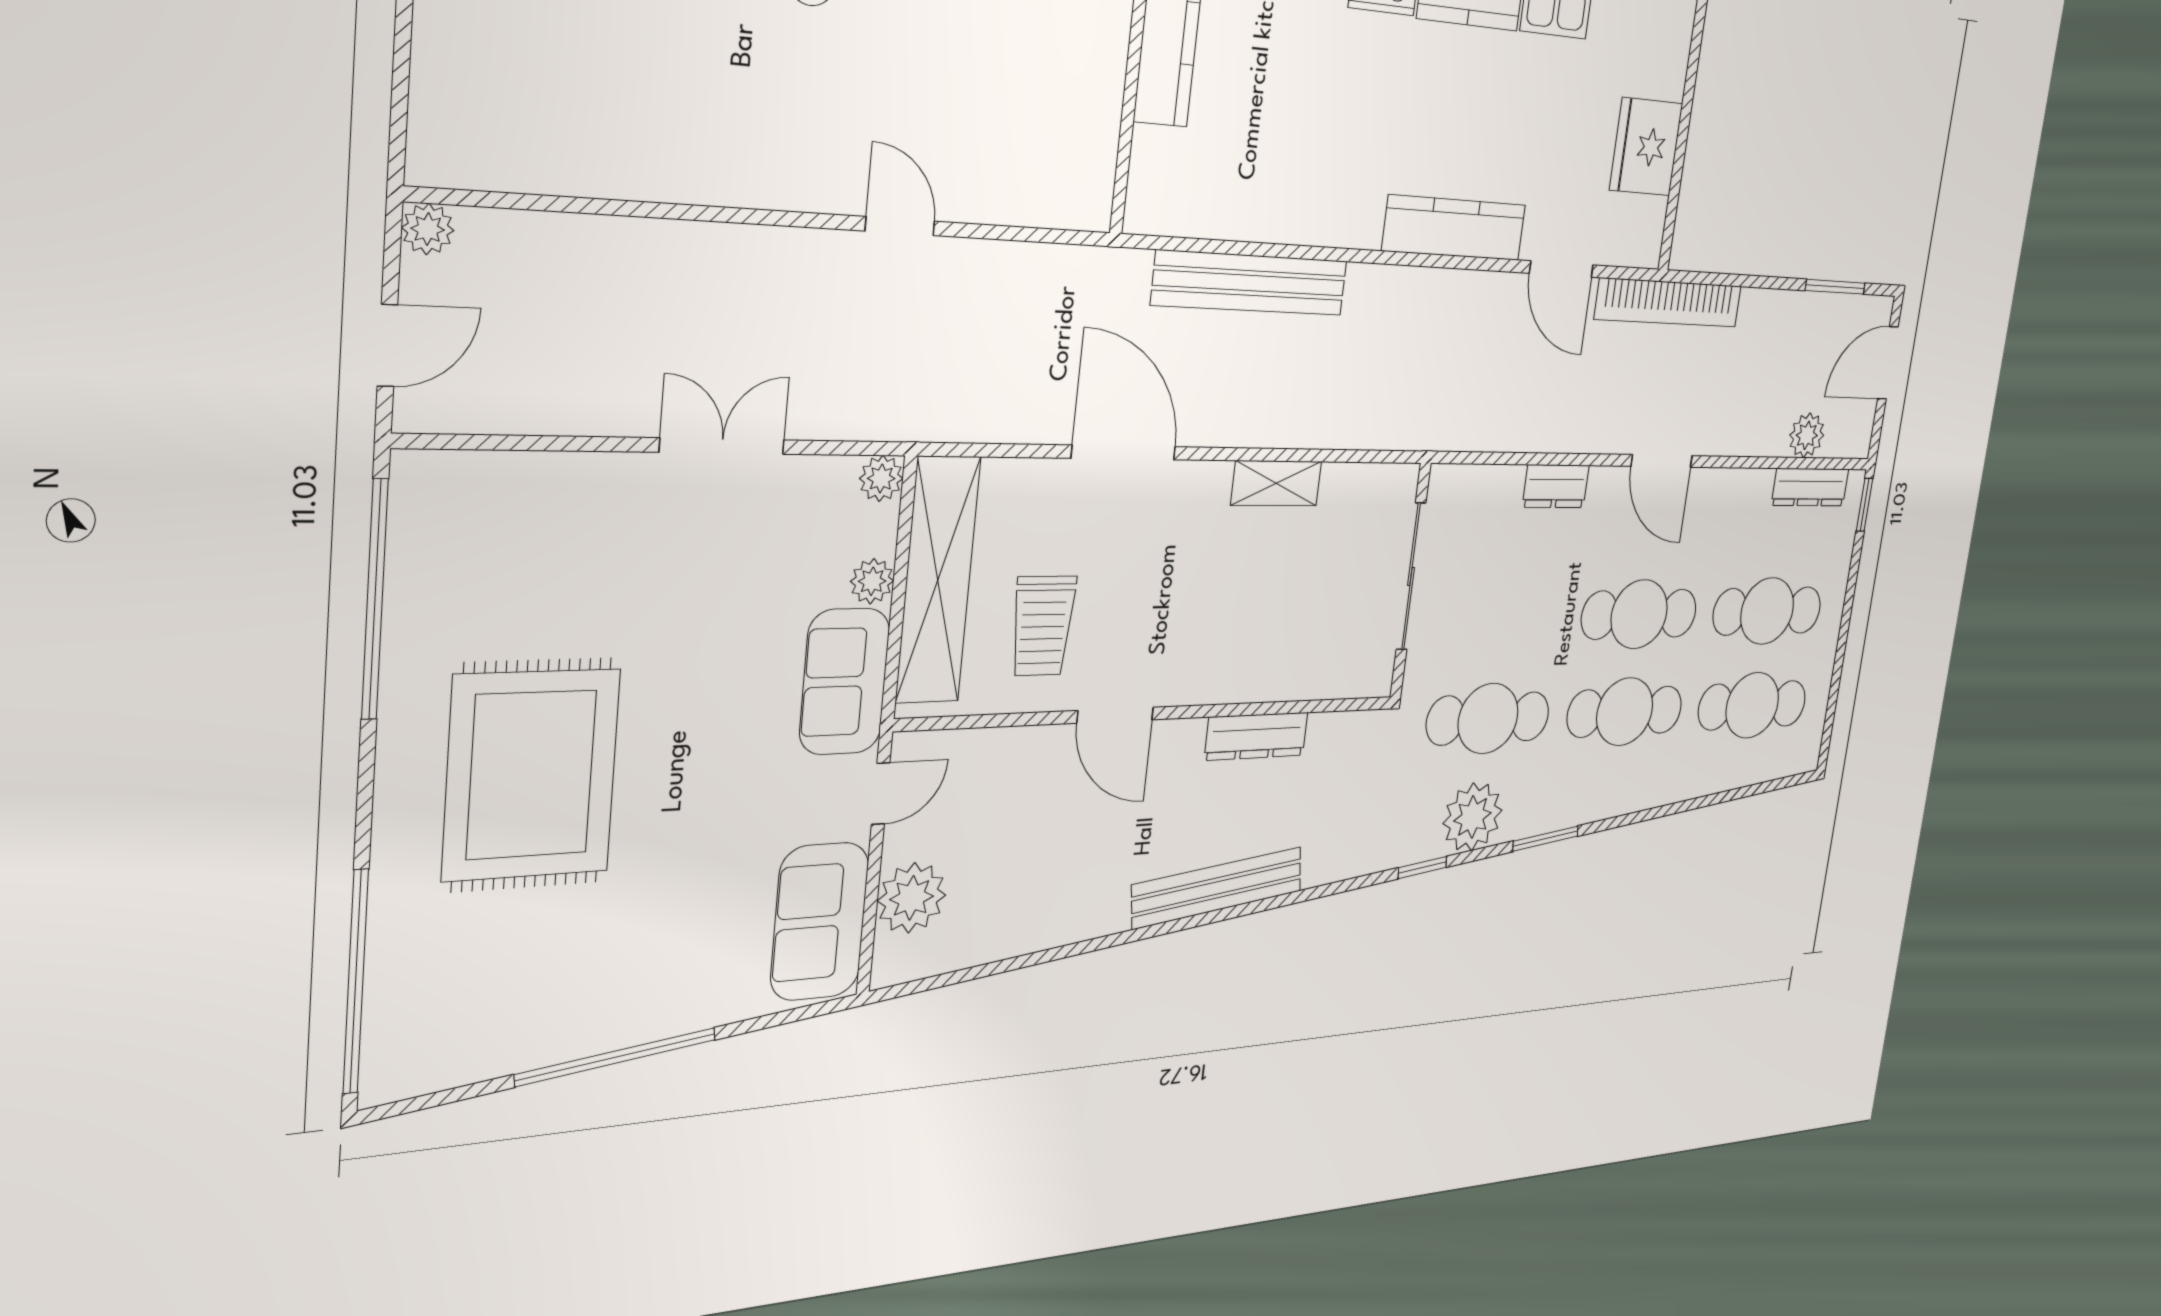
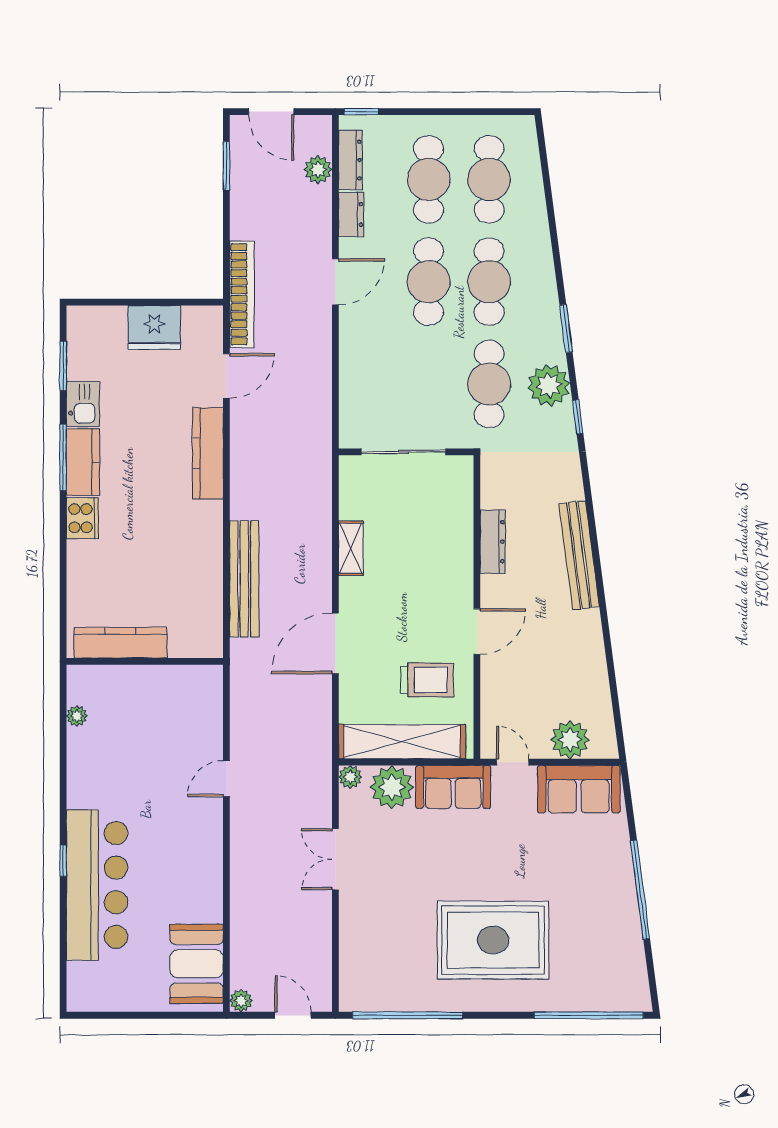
booth: (518, 133) -> (197, 964), added
dresser: (1556, 486) -> (351, 214), moved
plant: (872, 581) -> (392, 787), width x1.87, depth x1.87

